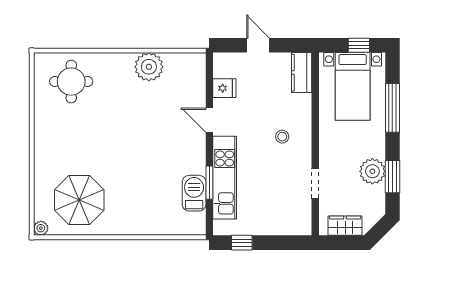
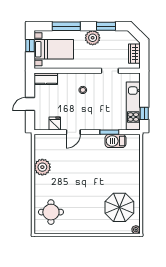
plant: (372, 171) -> (93, 38), moved
kitchen unit: (225, 178) -> (133, 106), moved, turned -90

